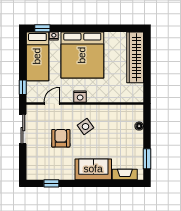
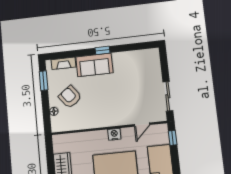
side table: (85, 127) -> (106, 105), removed
armchair: (61, 138) -> (70, 97), moved, turned 143
window: (51, 183) -> (103, 50), moved

